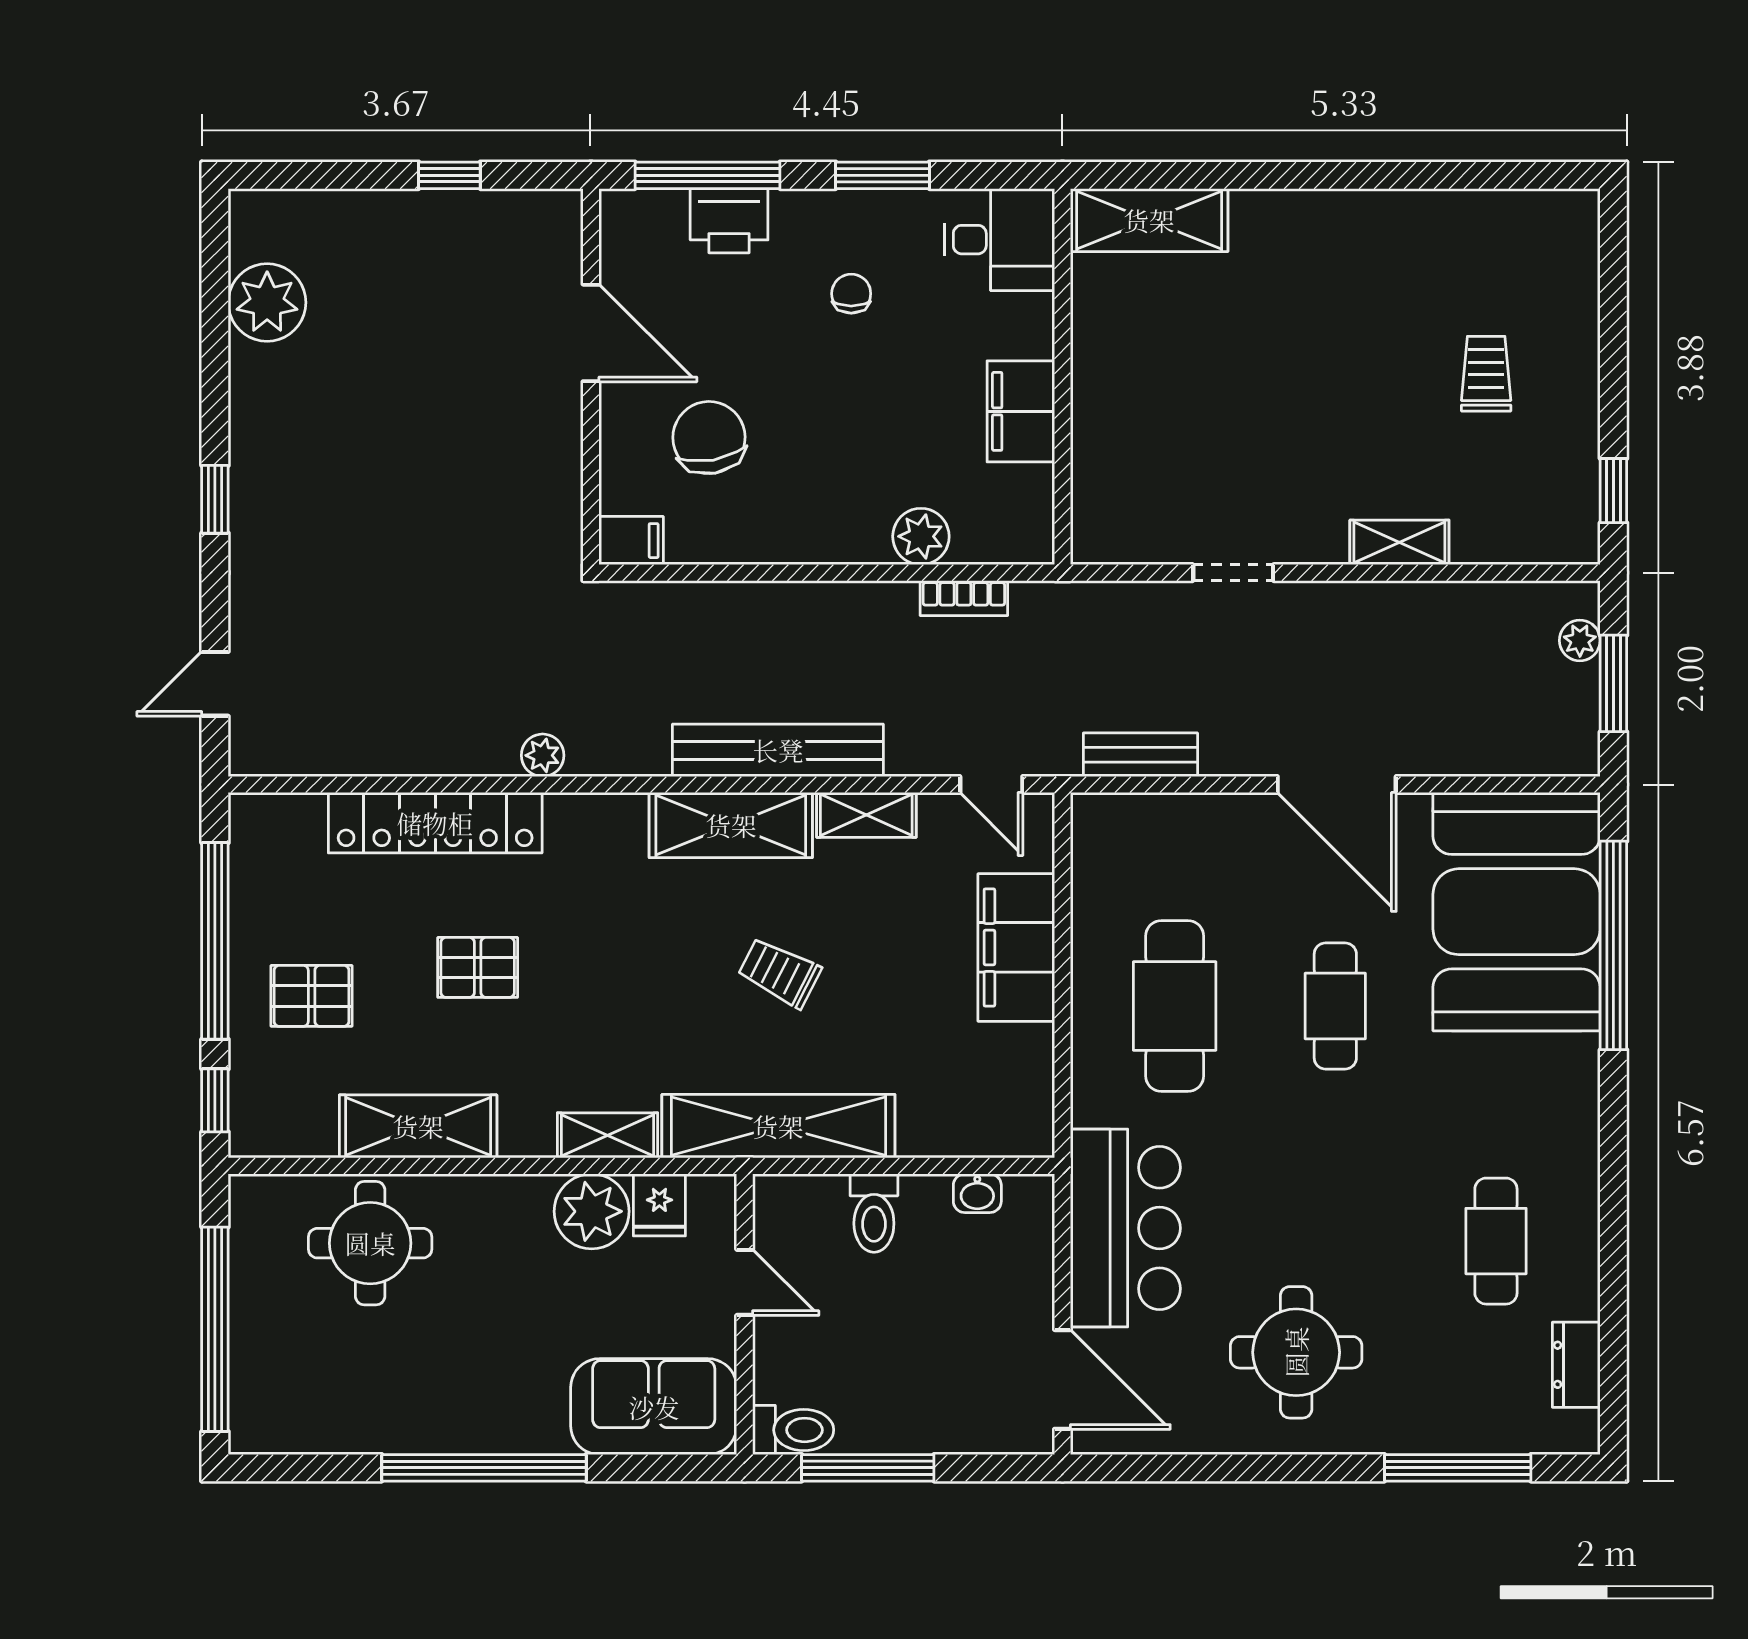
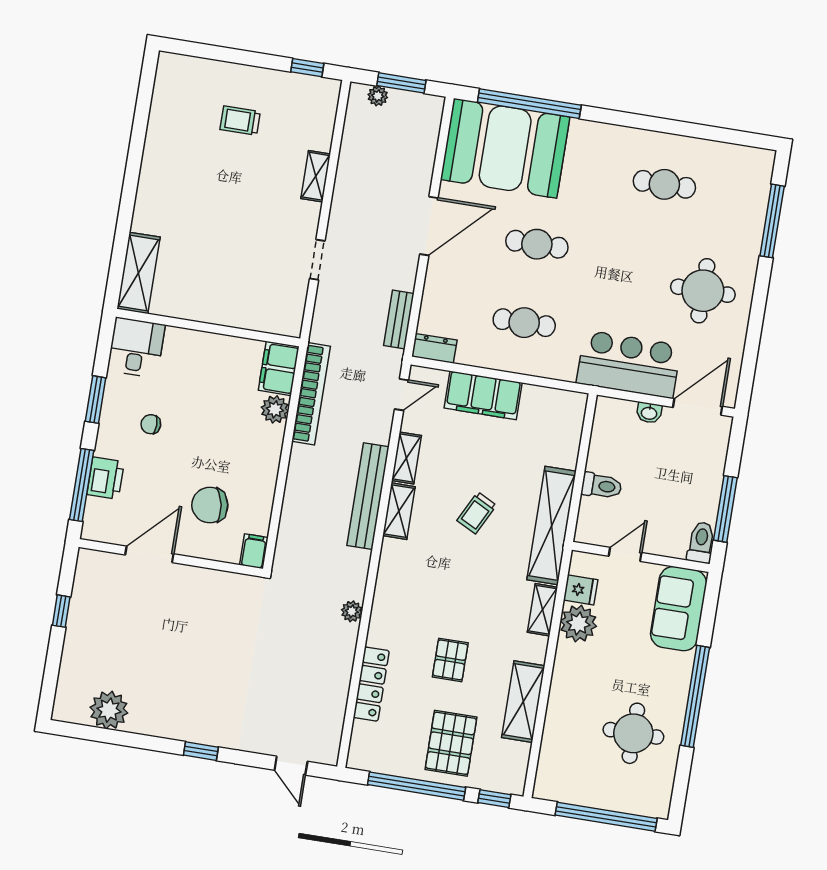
filing cabinet: (1021, 411) -> (279, 368), moved, turned 90
bookcase: (964, 598) -> (311, 394), width x2.31, depth x1.31
locker: (435, 823) -> (371, 684), width x0.71, depth x0.83
shelving: (731, 825) -> (399, 511), width x0.67, depth x0.75
pallet: (312, 996) -> (451, 743), width x1.50, depth x1.42
cafe table: (1175, 1006) -> (524, 323), width x0.73, depth x0.74
washbasin: (977, 1193) -> (649, 413), moved, turned 90
round table: (370, 1243) -> (633, 733), moved
dresser: (1576, 1365) -> (434, 348), moved, turned 180

